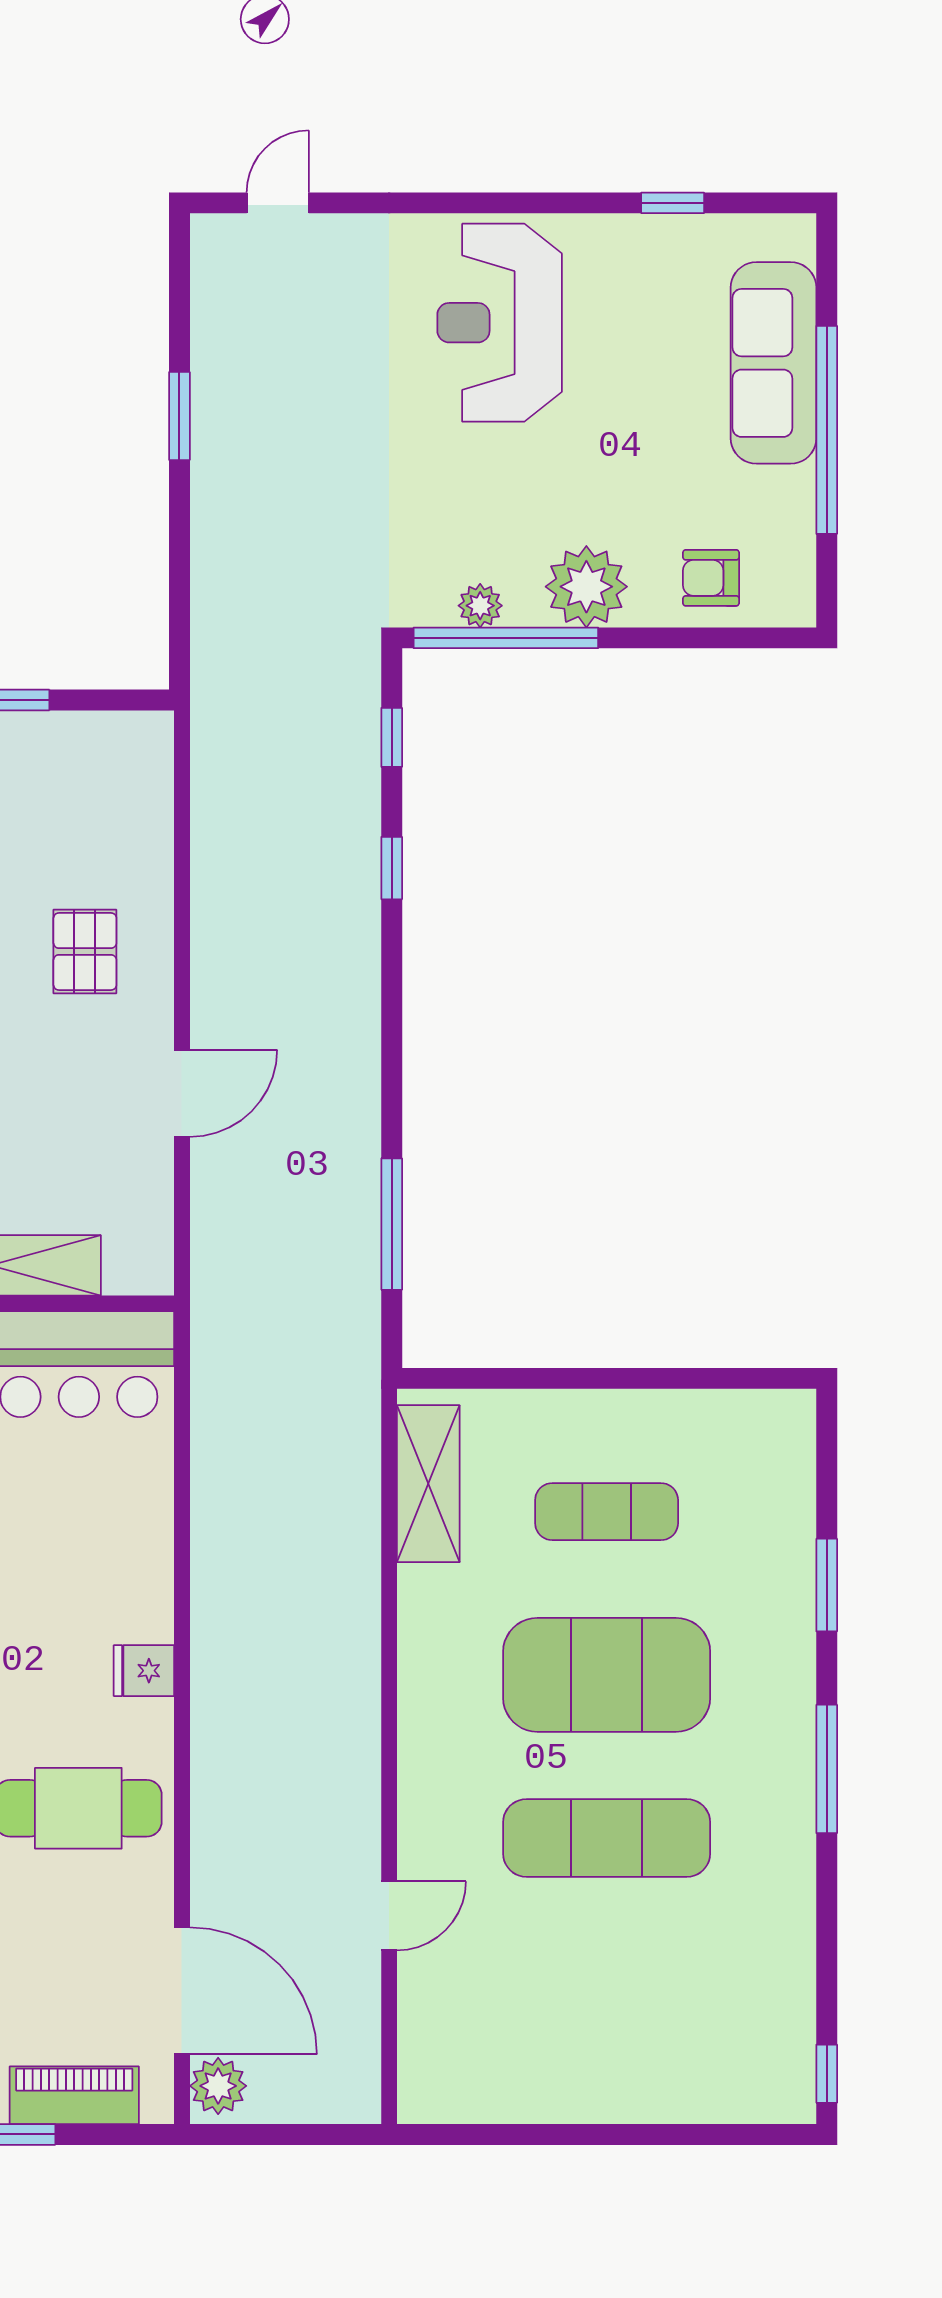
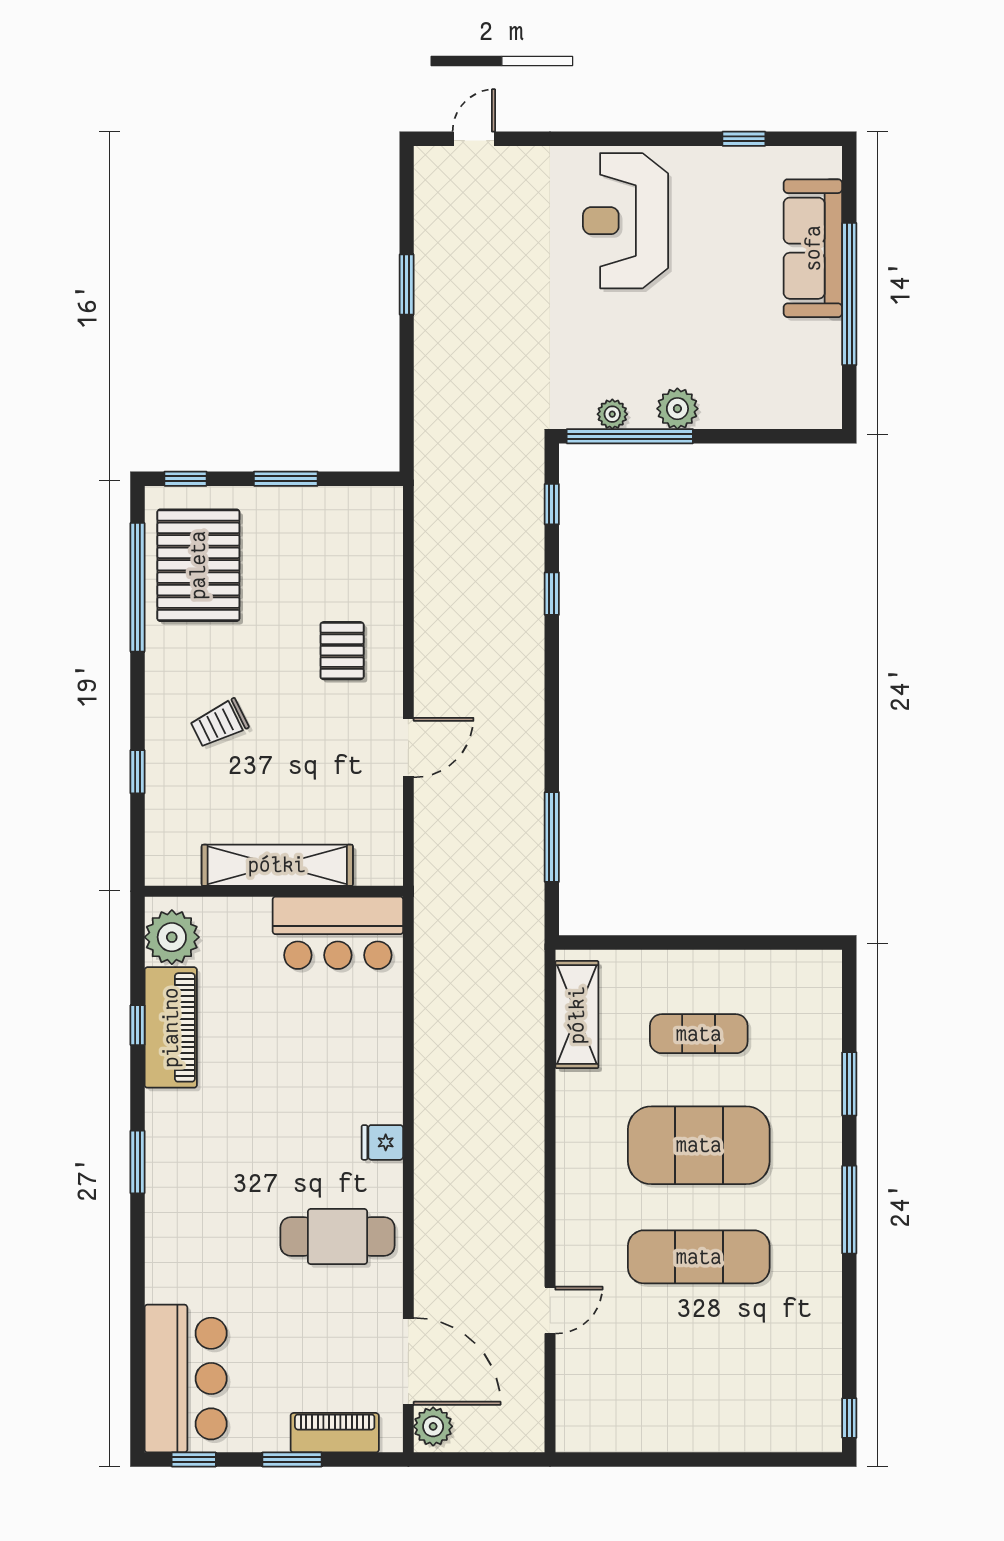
armchair: (711, 578) -> (770, 395), removed
plant: (586, 587) -> (677, 409), width x0.73, depth x0.73

